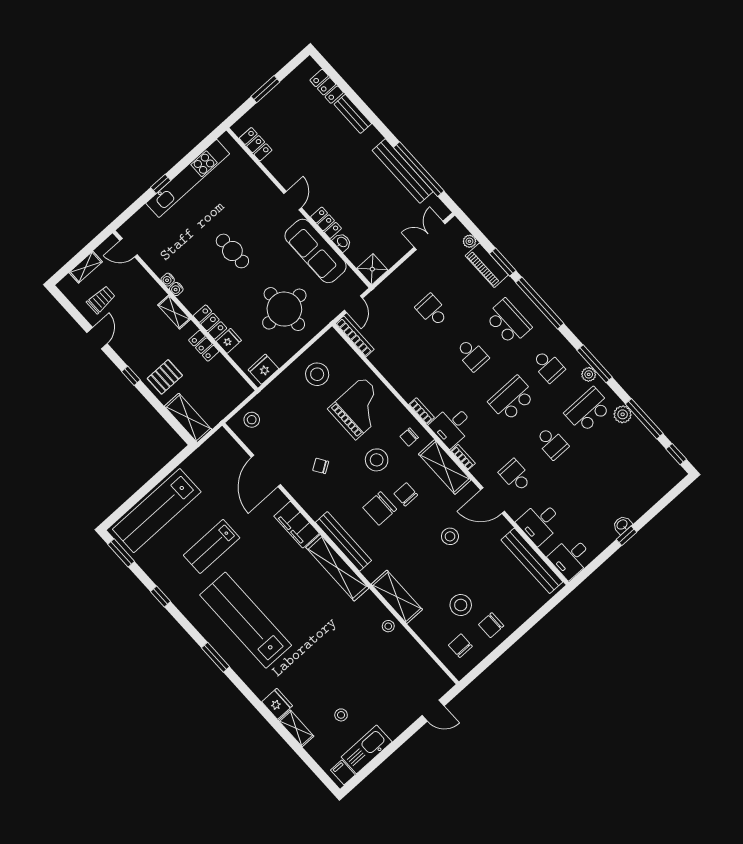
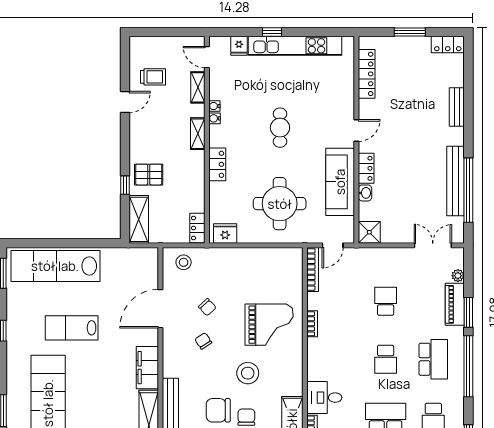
locker: (327, 86) -> (448, 45), moved, turned -90
locker: (256, 144) -> (367, 74), width x1.53
shelving: (86, 267) -> (198, 87), moved, turned 90
fridge: (229, 341) -> (239, 46), moved, turned 90
locker: (204, 346) -> (197, 228), moved
stool: (317, 374) -> (261, 272), removed
window: (131, 376) -> (125, 185), moved
bookcase: (421, 411) -> (312, 324), moved
chair: (409, 437) -> (207, 307), moved, turned -133

